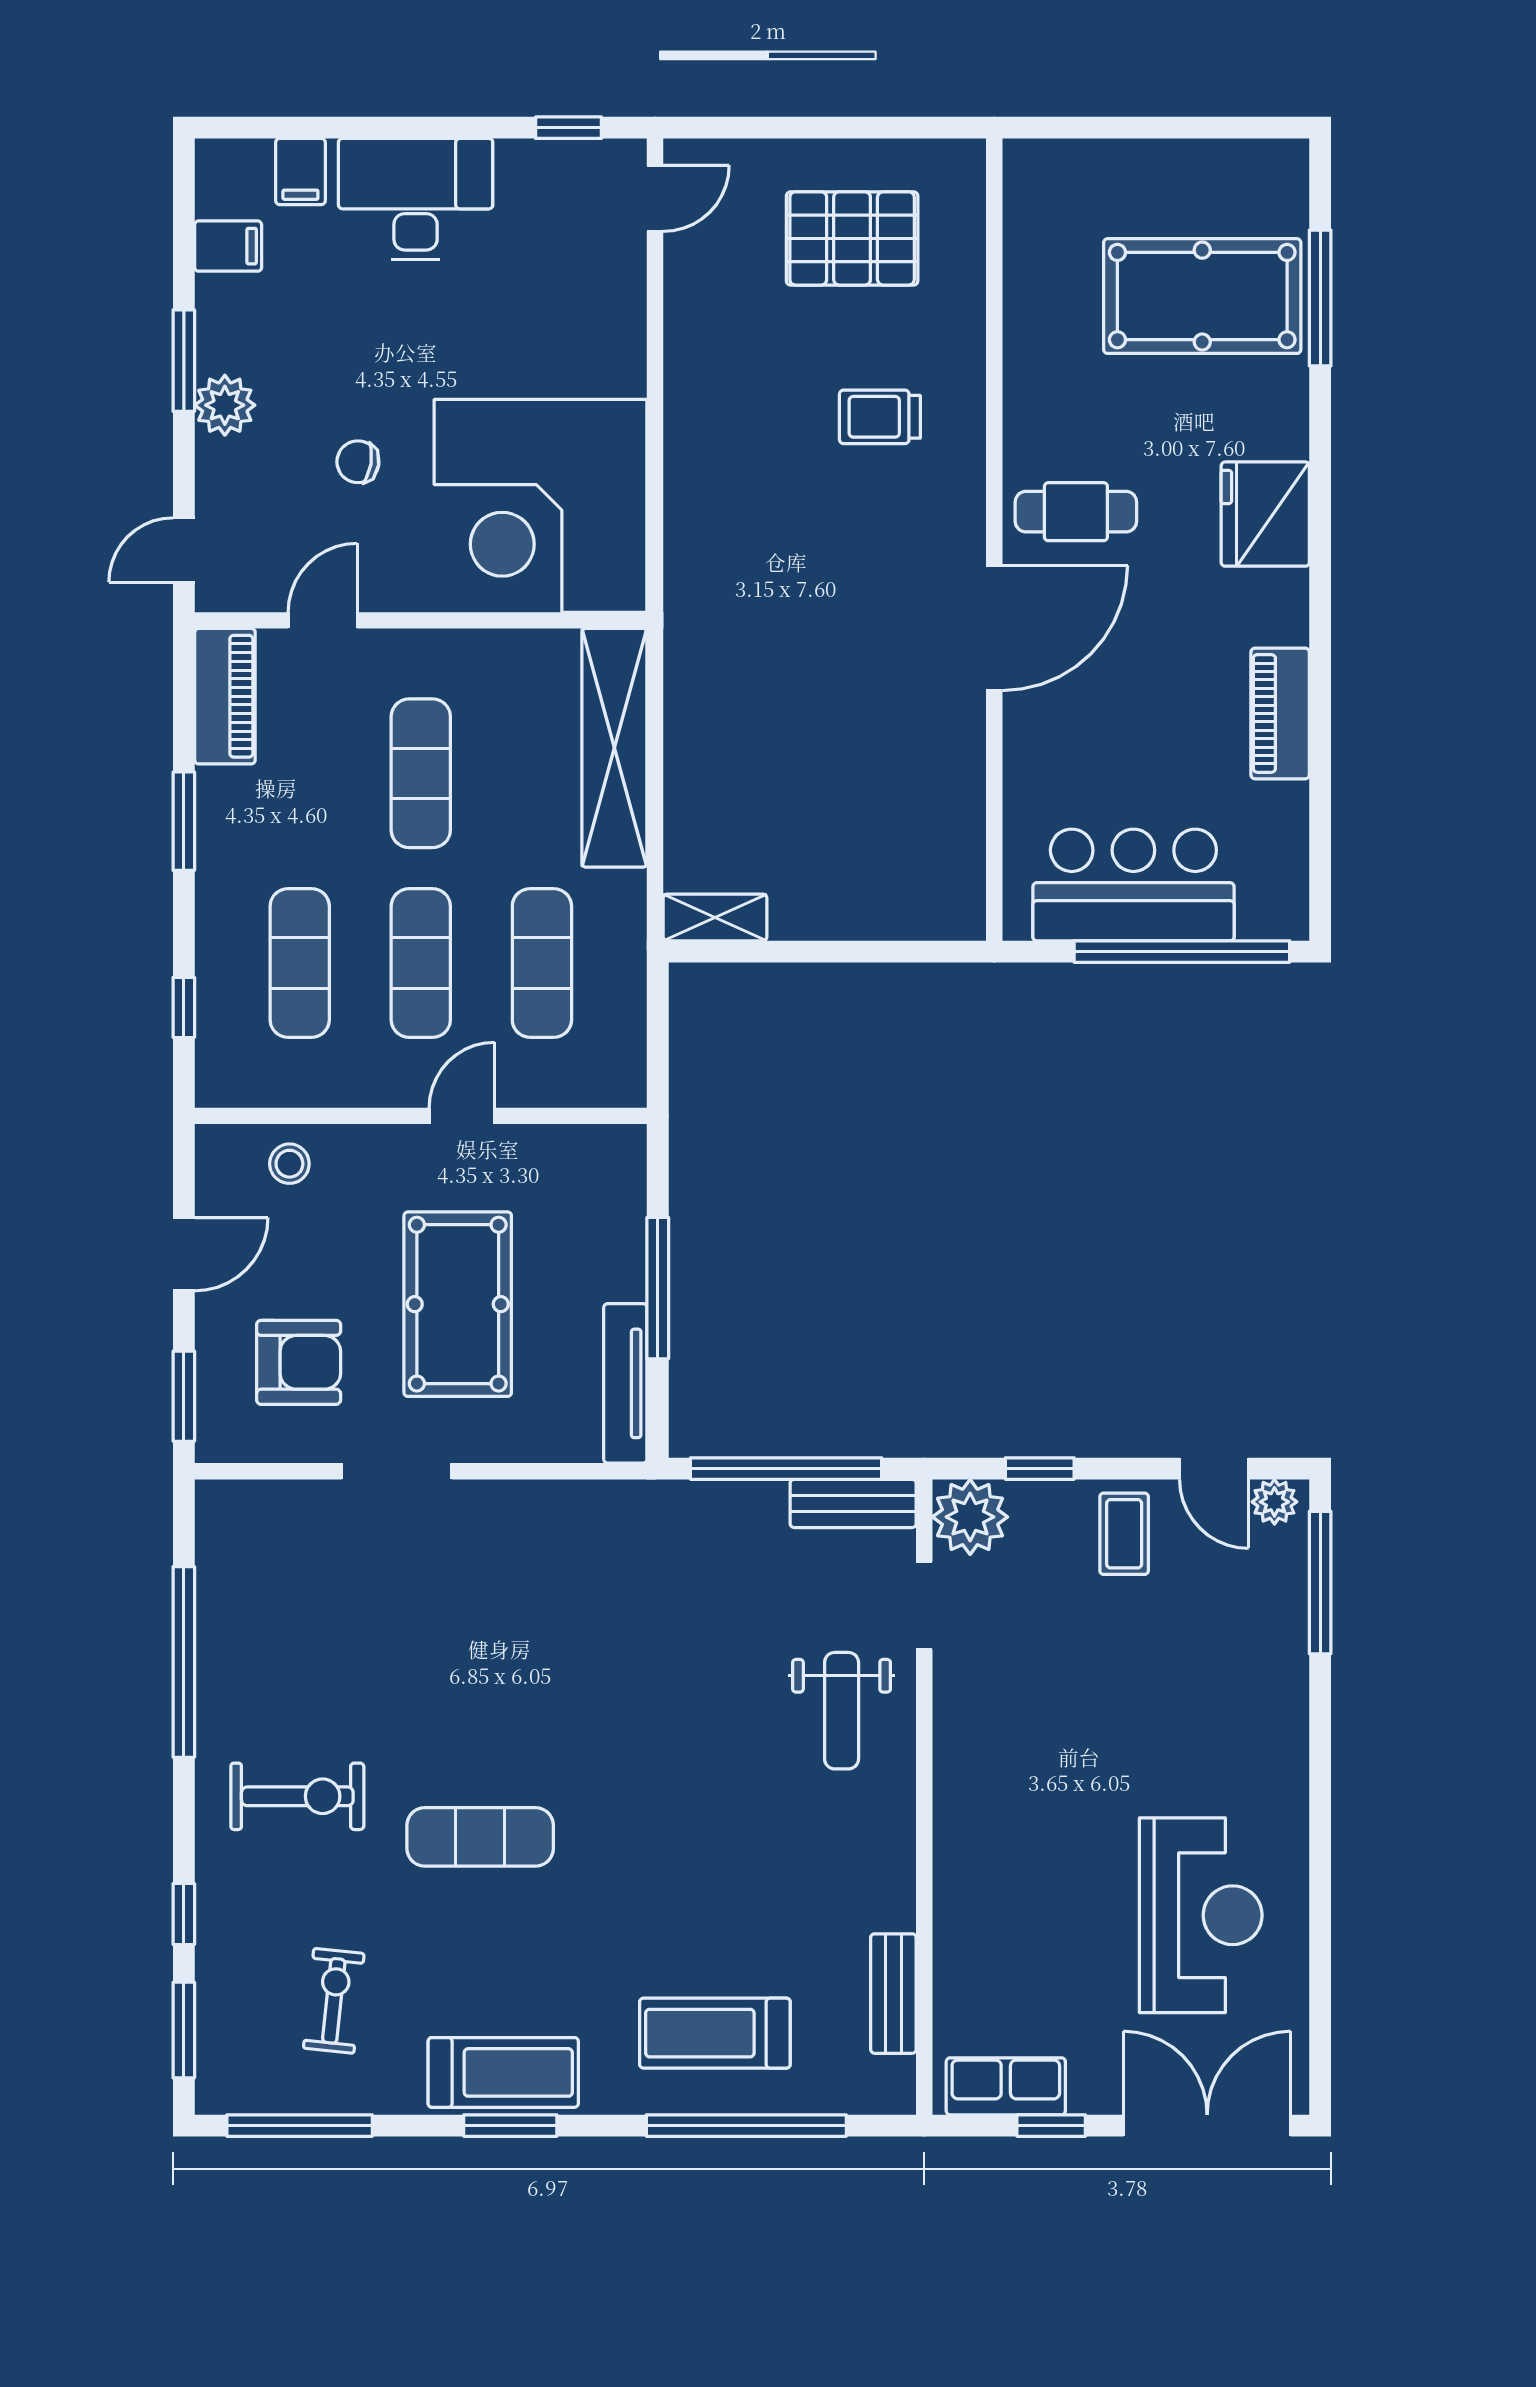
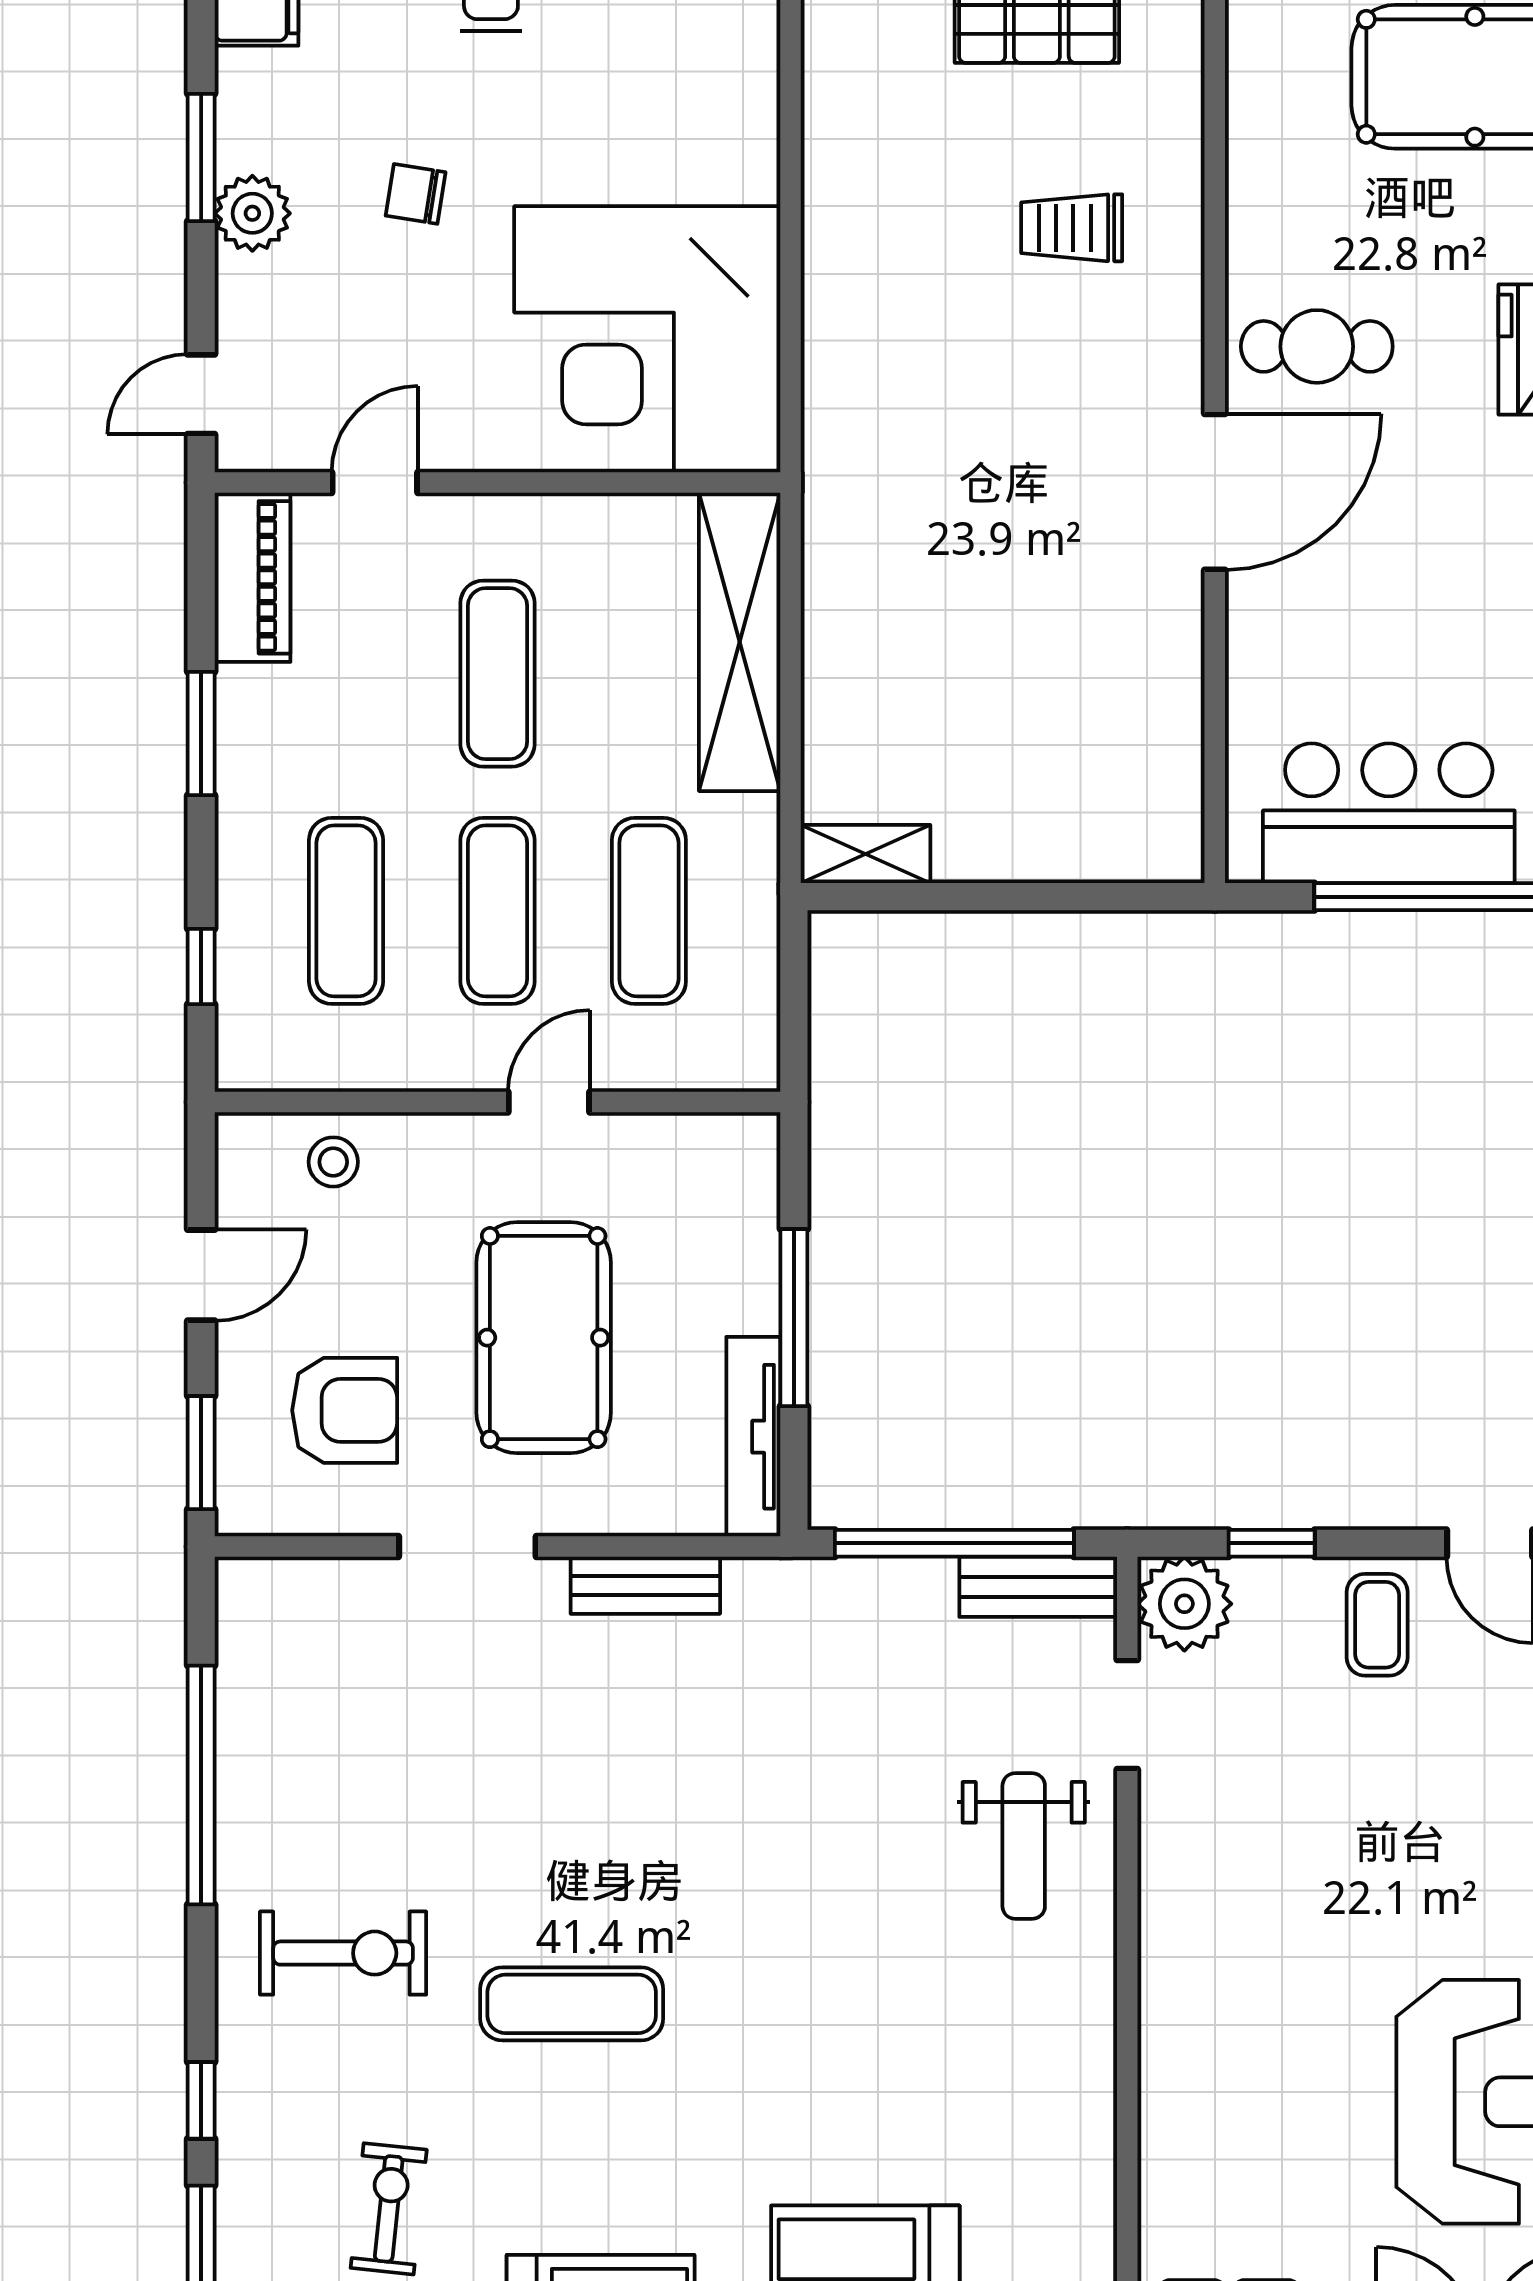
chair: (358, 462) -> (416, 194), moved
bench: (893, 1994) -> (645, 1585), moved, turned 90

